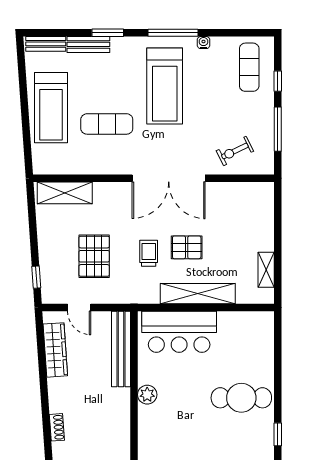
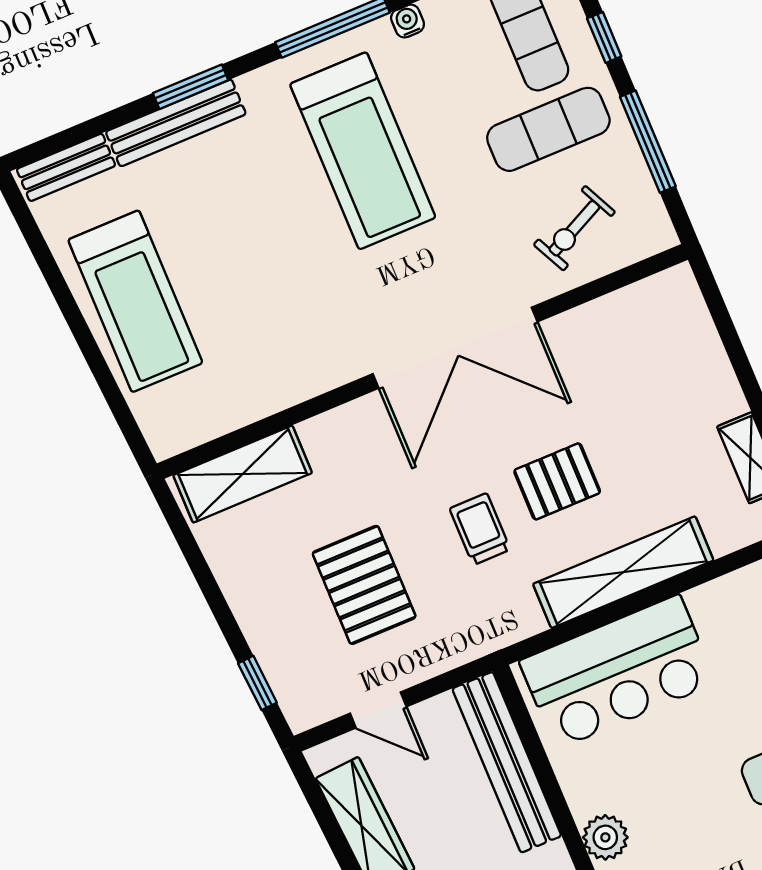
bench: (88, 44) -> (176, 123), width x1.36
exercise mat: (107, 124) -> (548, 129), moved

